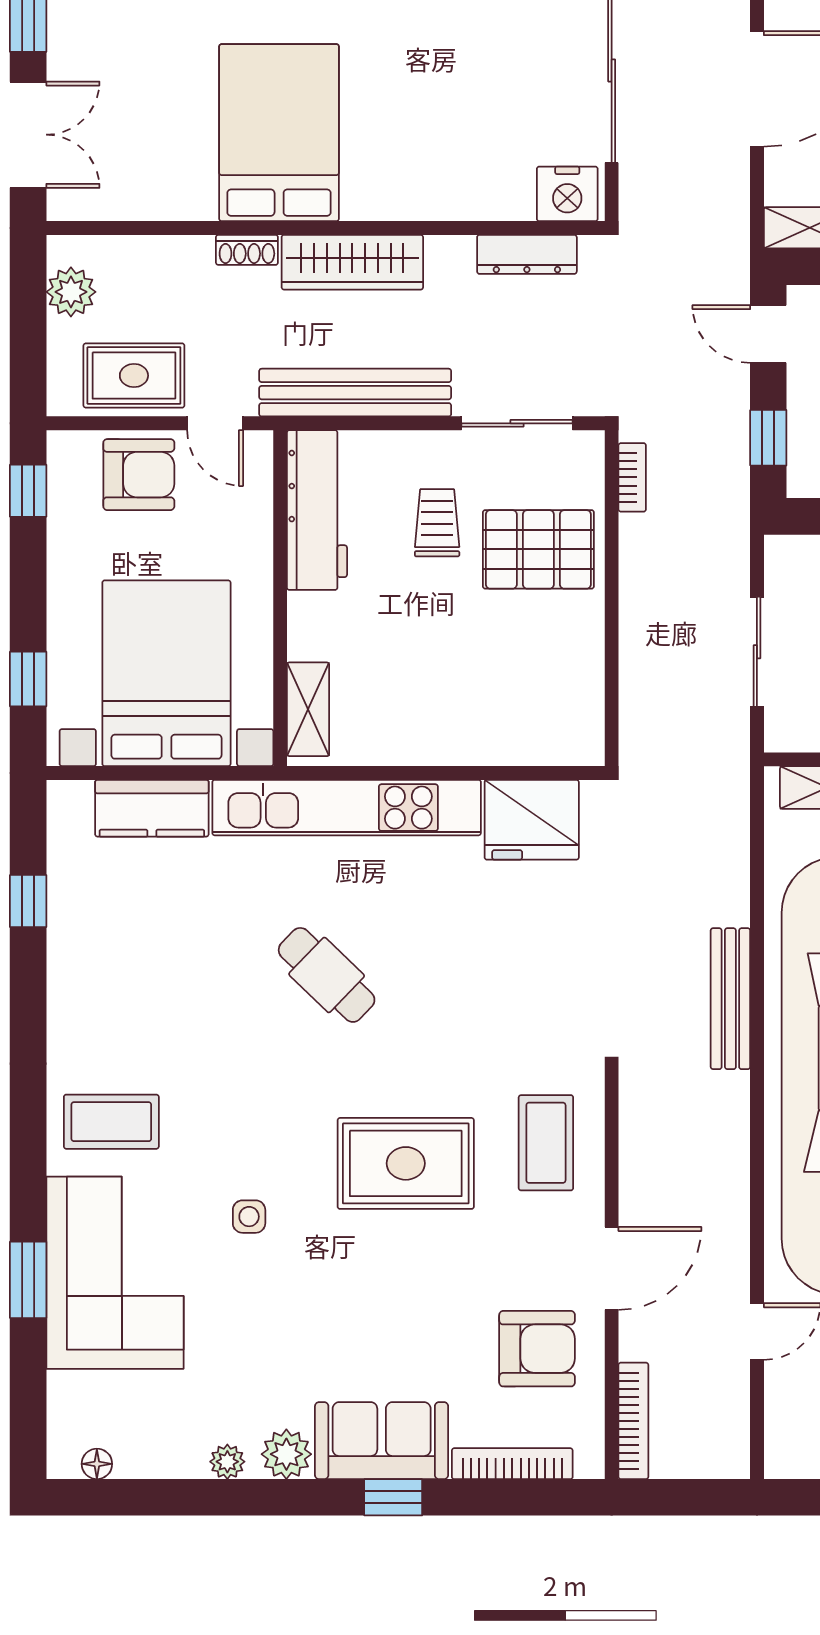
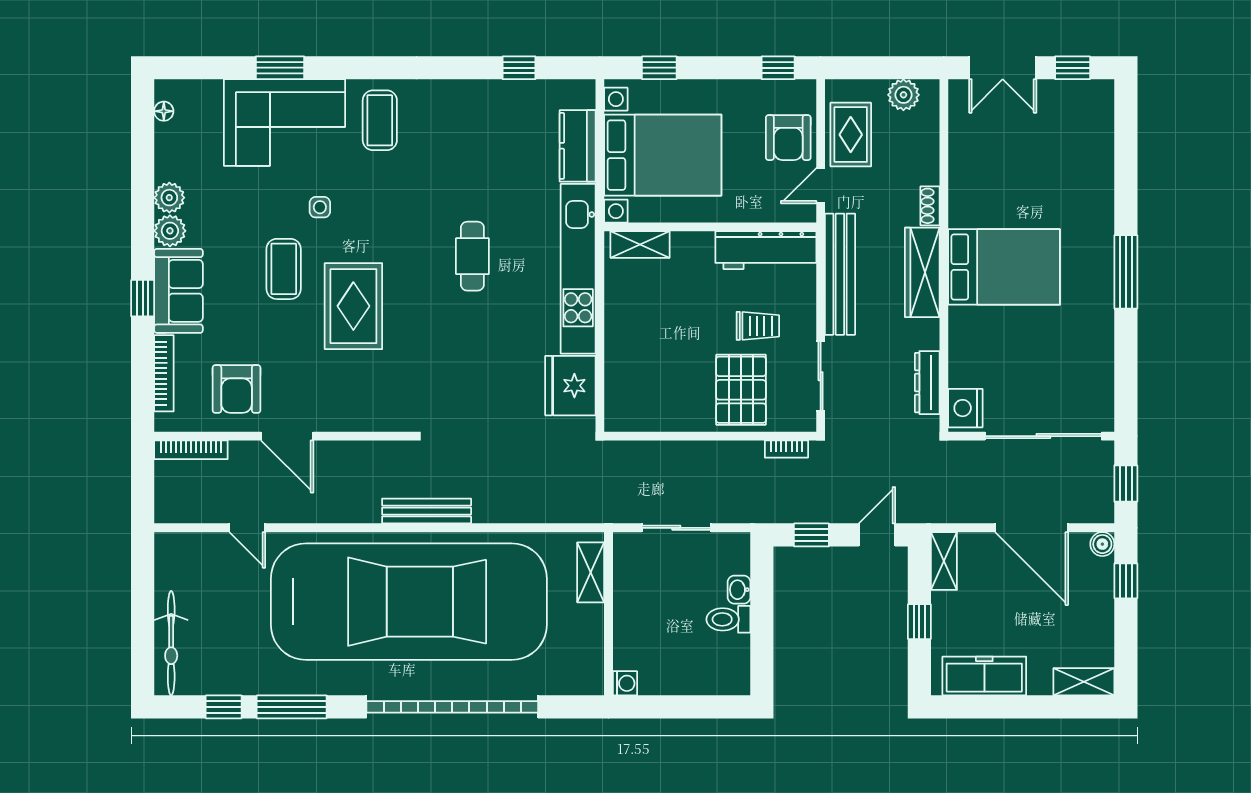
bed: (279, 133) -> (1004, 267), moved
cafe table: (327, 975) -> (472, 256), turned -44
bench: (730, 999) -> (427, 511), moved
coffee table: (546, 1143) -> (284, 269), moved, turned 90
plant: (227, 1462) -> (169, 198), width x1.38, depth x1.38

